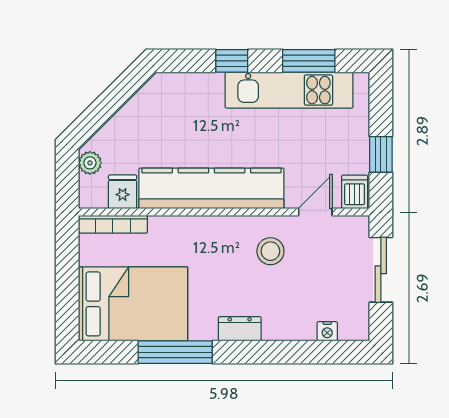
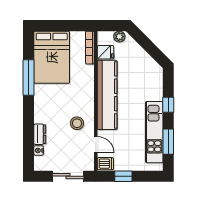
dresser: (240, 329) -> (40, 134), moved

